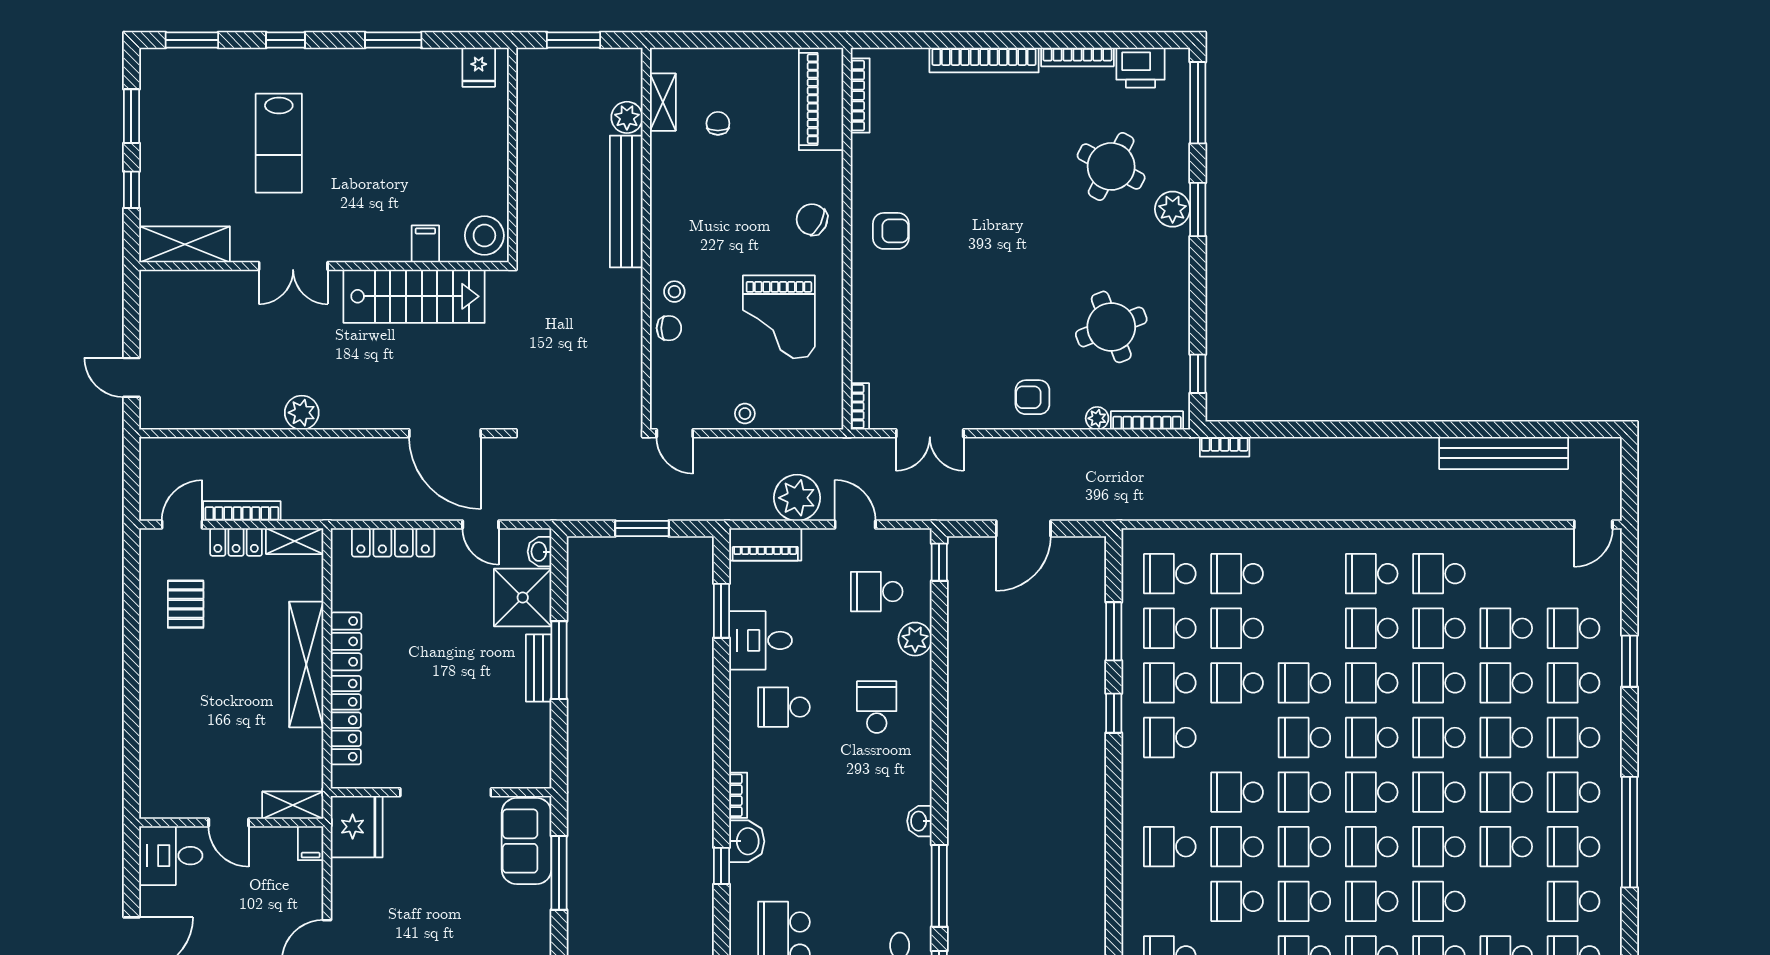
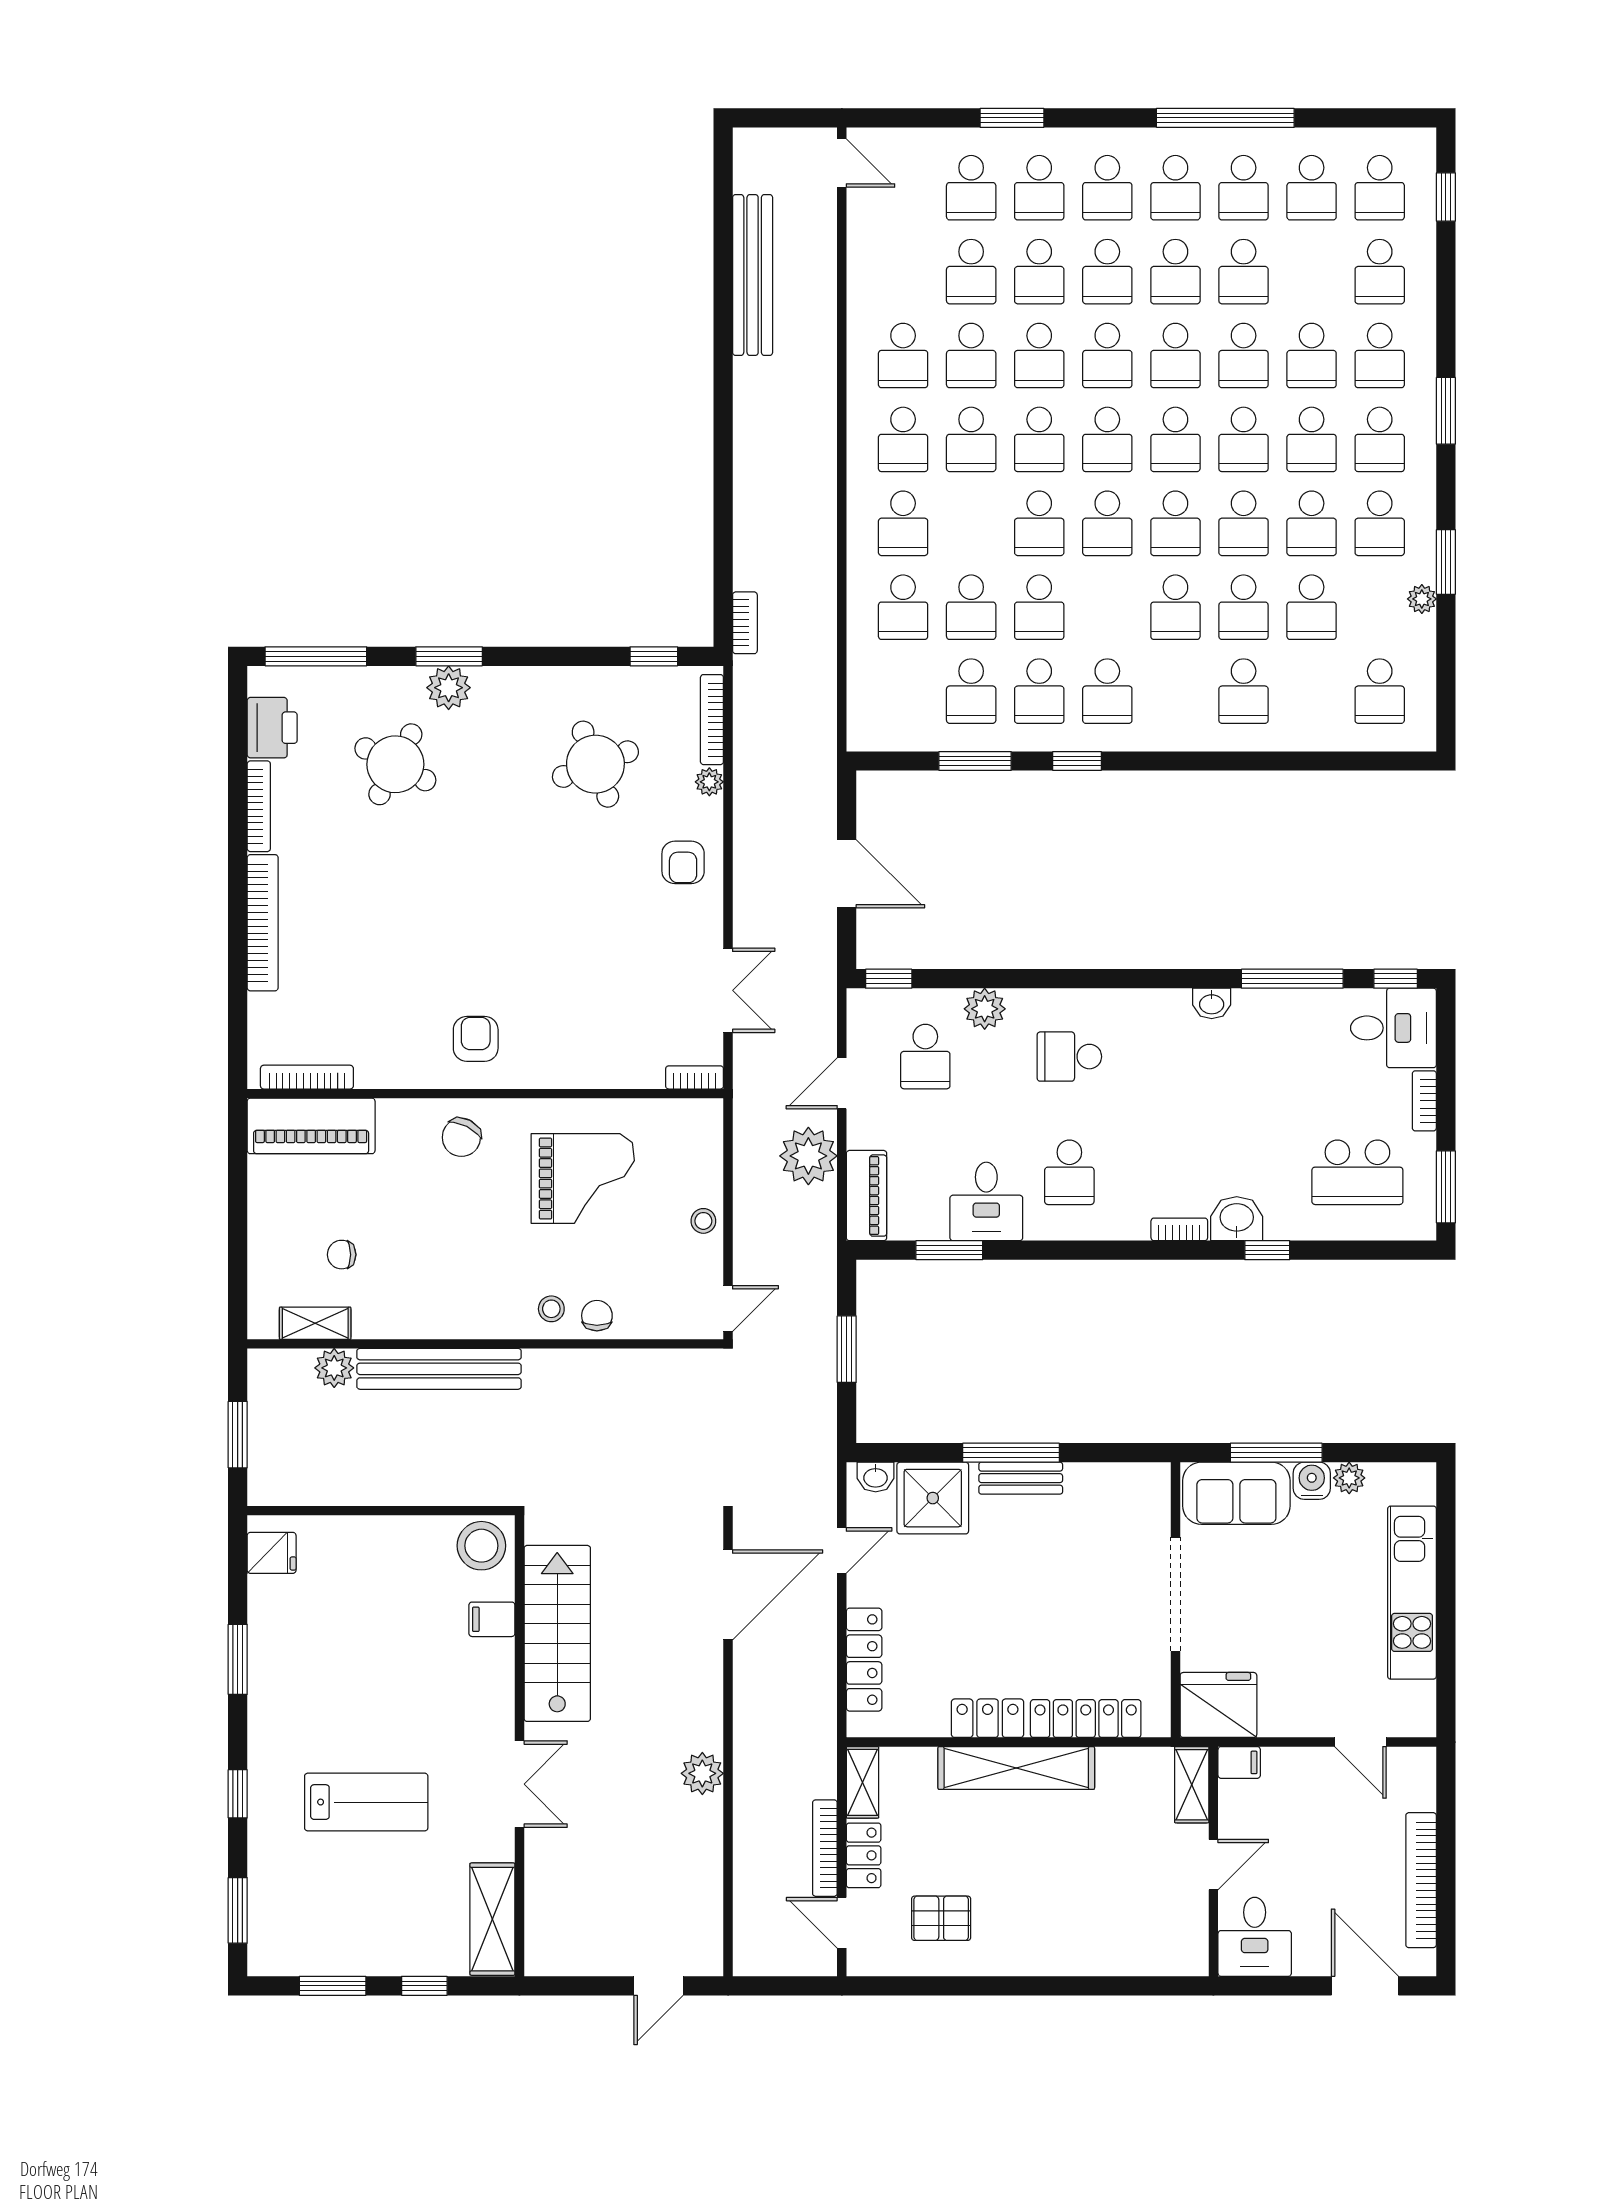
school desk: (1170, 574) -> (903, 523), moved
water cooler: (537, 901) -> (1312, 1481), added
plant: (539, 931) -> (1349, 1478), added

